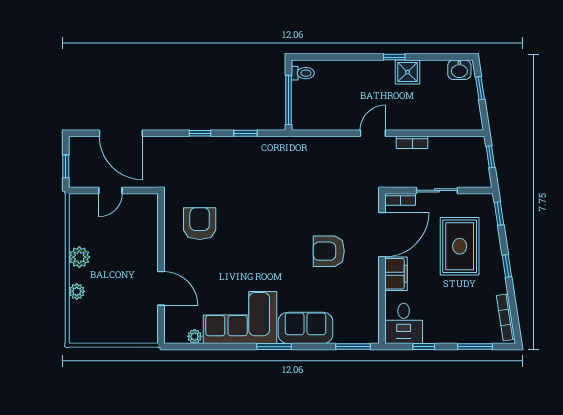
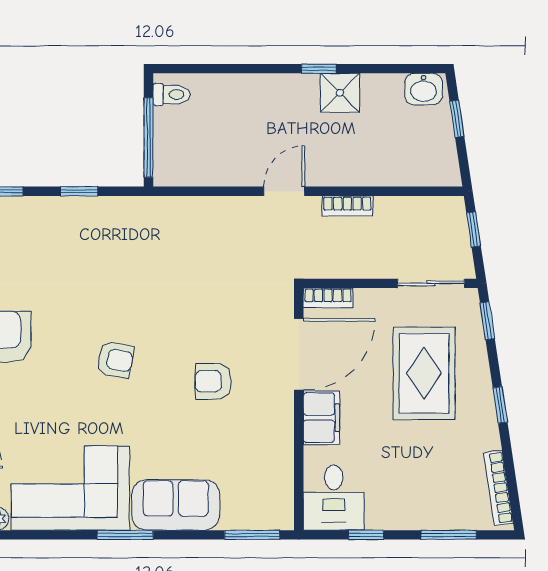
sliding door: (437, 190) -> (431, 283), moved
armchair: (268, 238) -> (115, 360), added
armchair: (329, 251) -> (213, 381), width x0.72, depth x0.72

